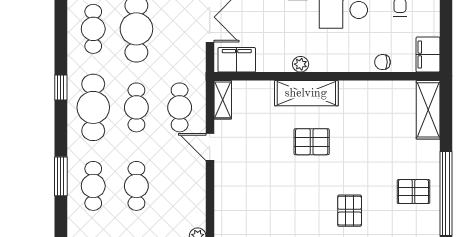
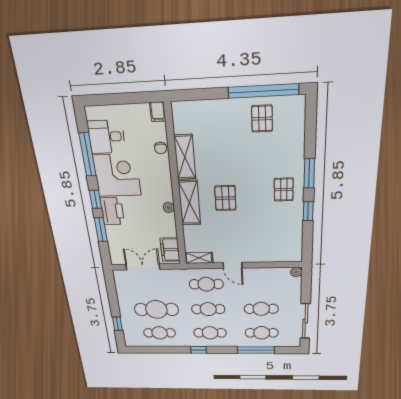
filing cabinet: (428, 55) -> (158, 112), width x0.50
cafe table: (93, 107) -> (210, 333), width x0.73, depth x0.74
shelving: (428, 110) -> (185, 157), moved, turned 90
door: (210, 147) -> (233, 265), hinge flipped
window: (61, 176) -> (256, 350), width x1.44
pallet: (350, 211) -> (284, 190), moved, turned 90

